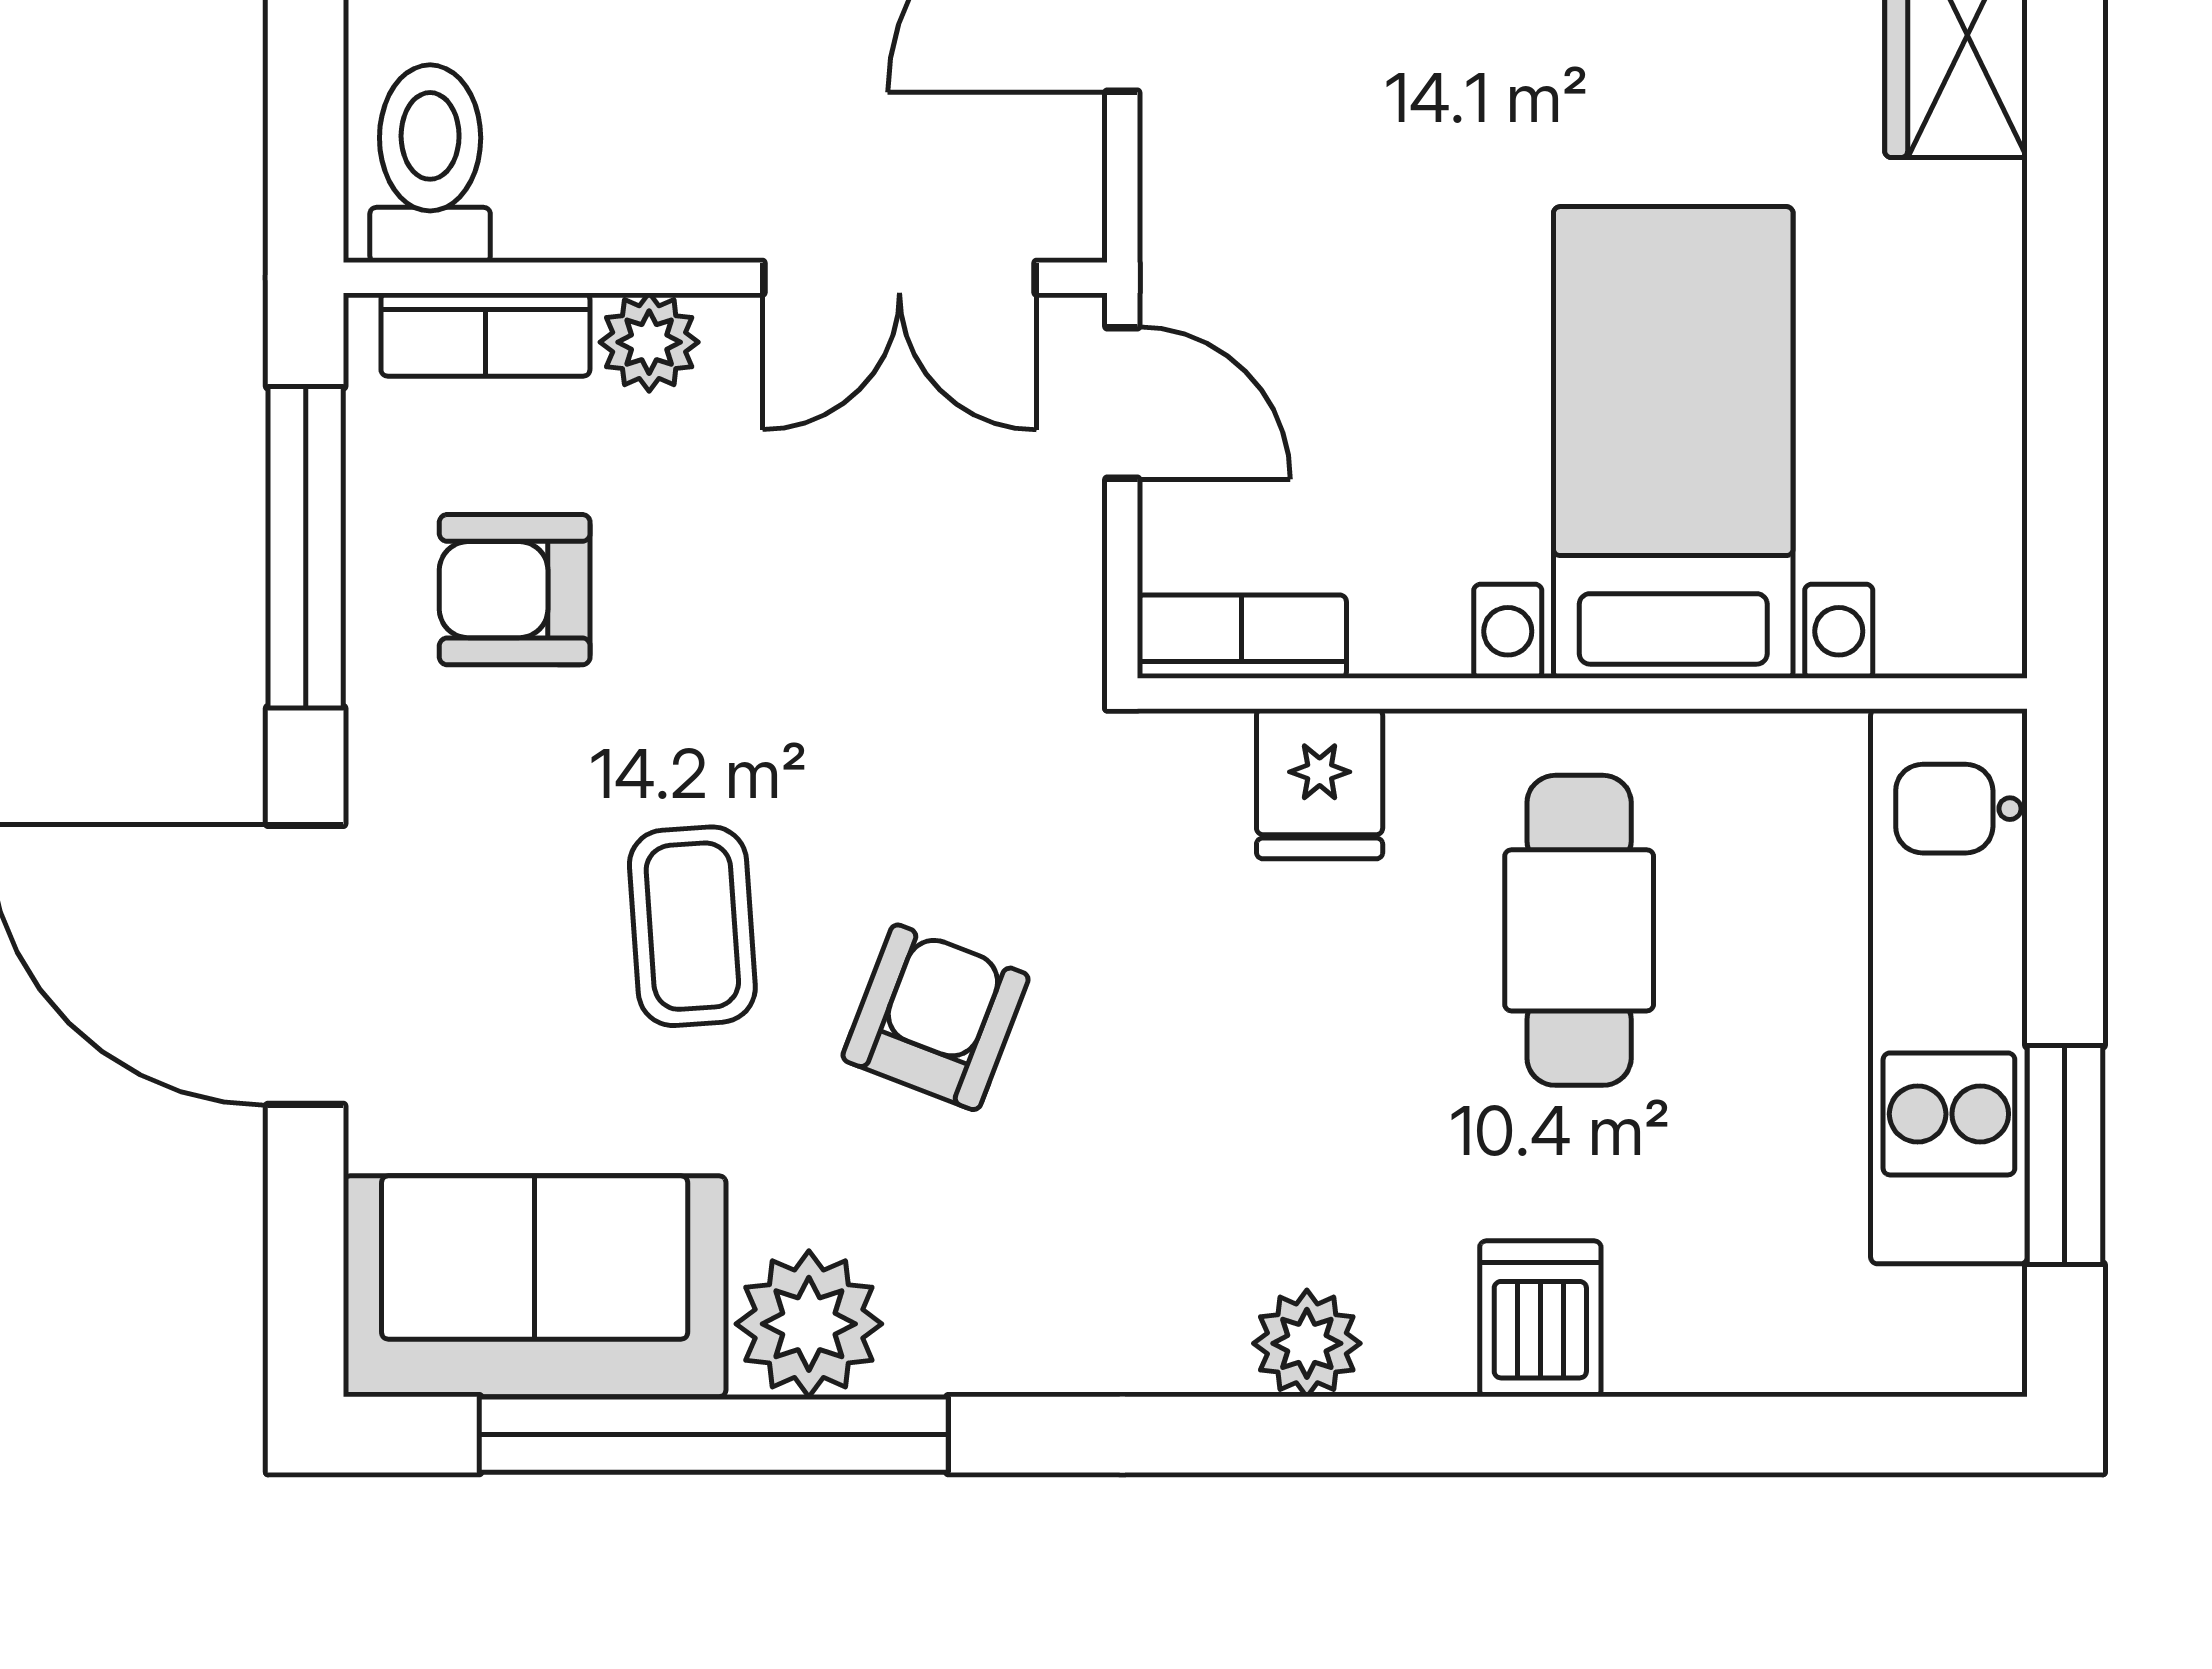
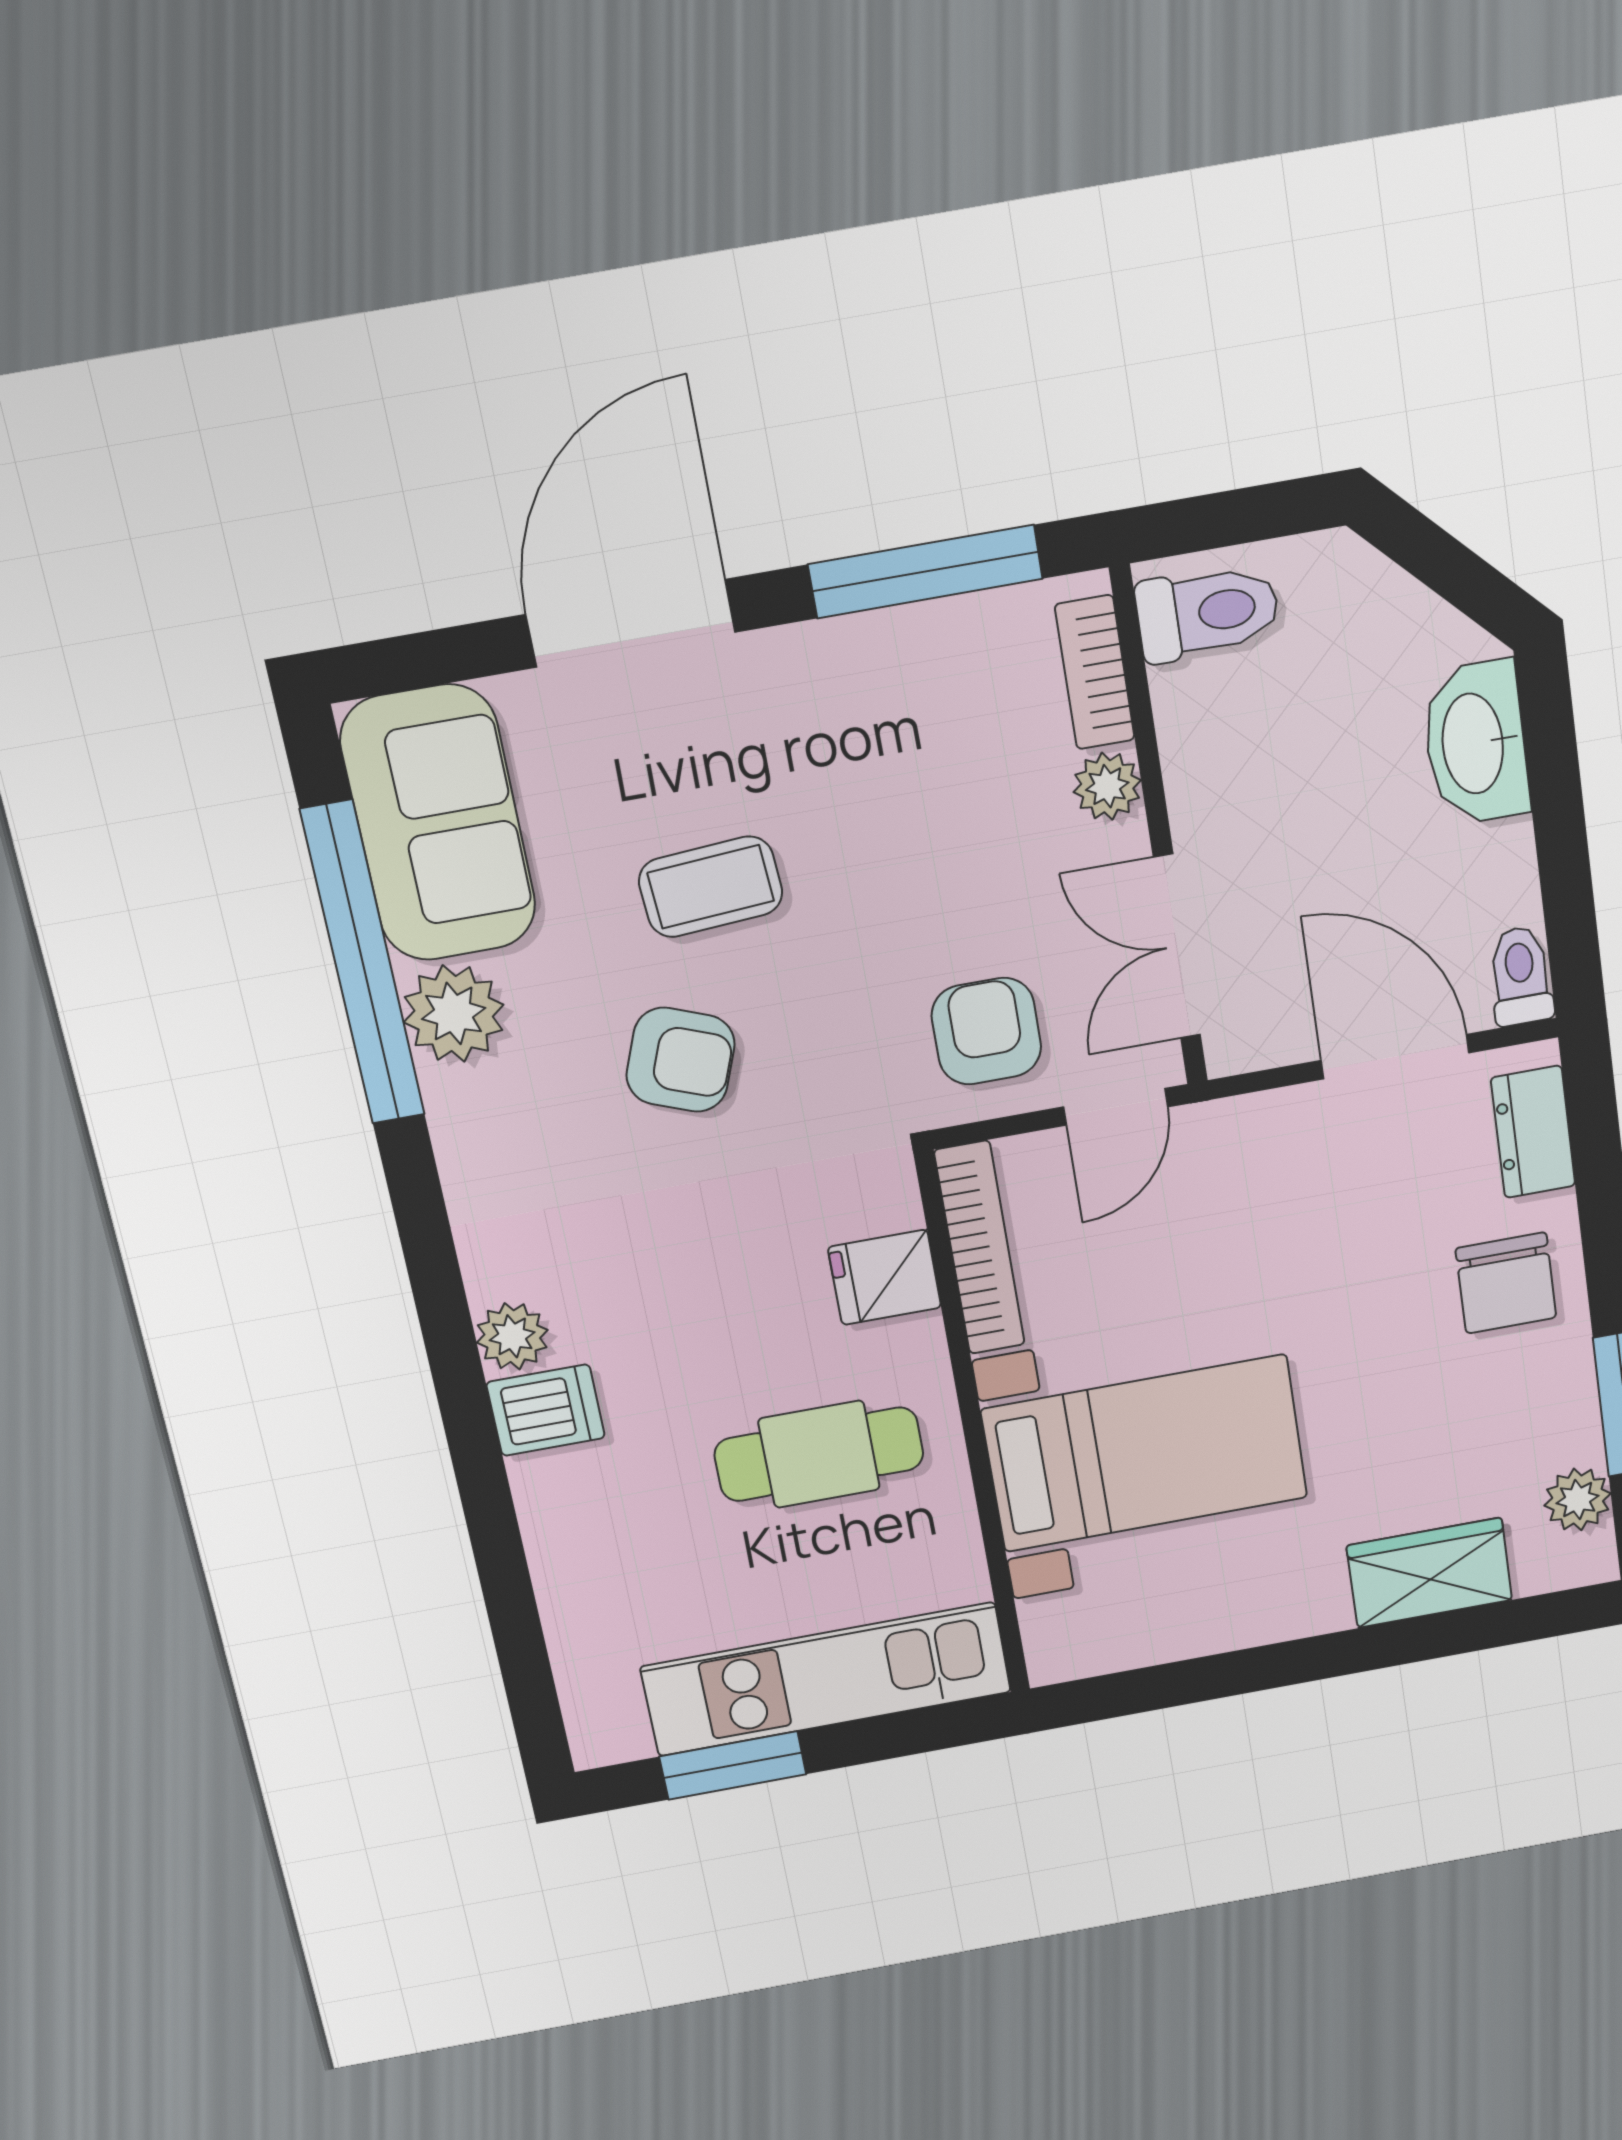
armchair: (515, 590) -> (986, 1031), moved
bookcase: (1242, 637) -> (980, 1248), width x1.56
dishwasher: (1540, 1319) -> (546, 1410), moved

